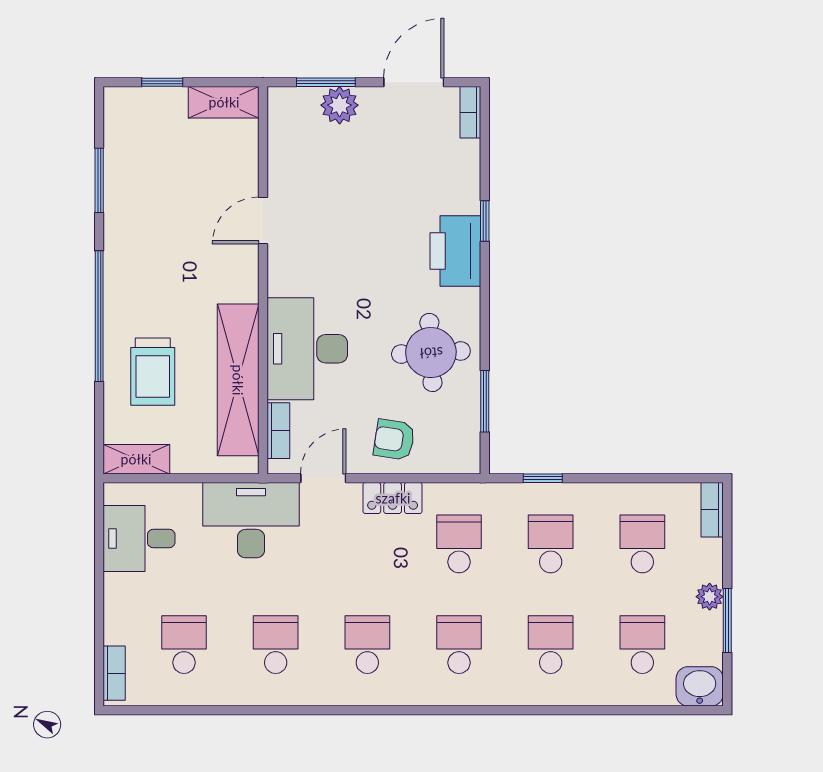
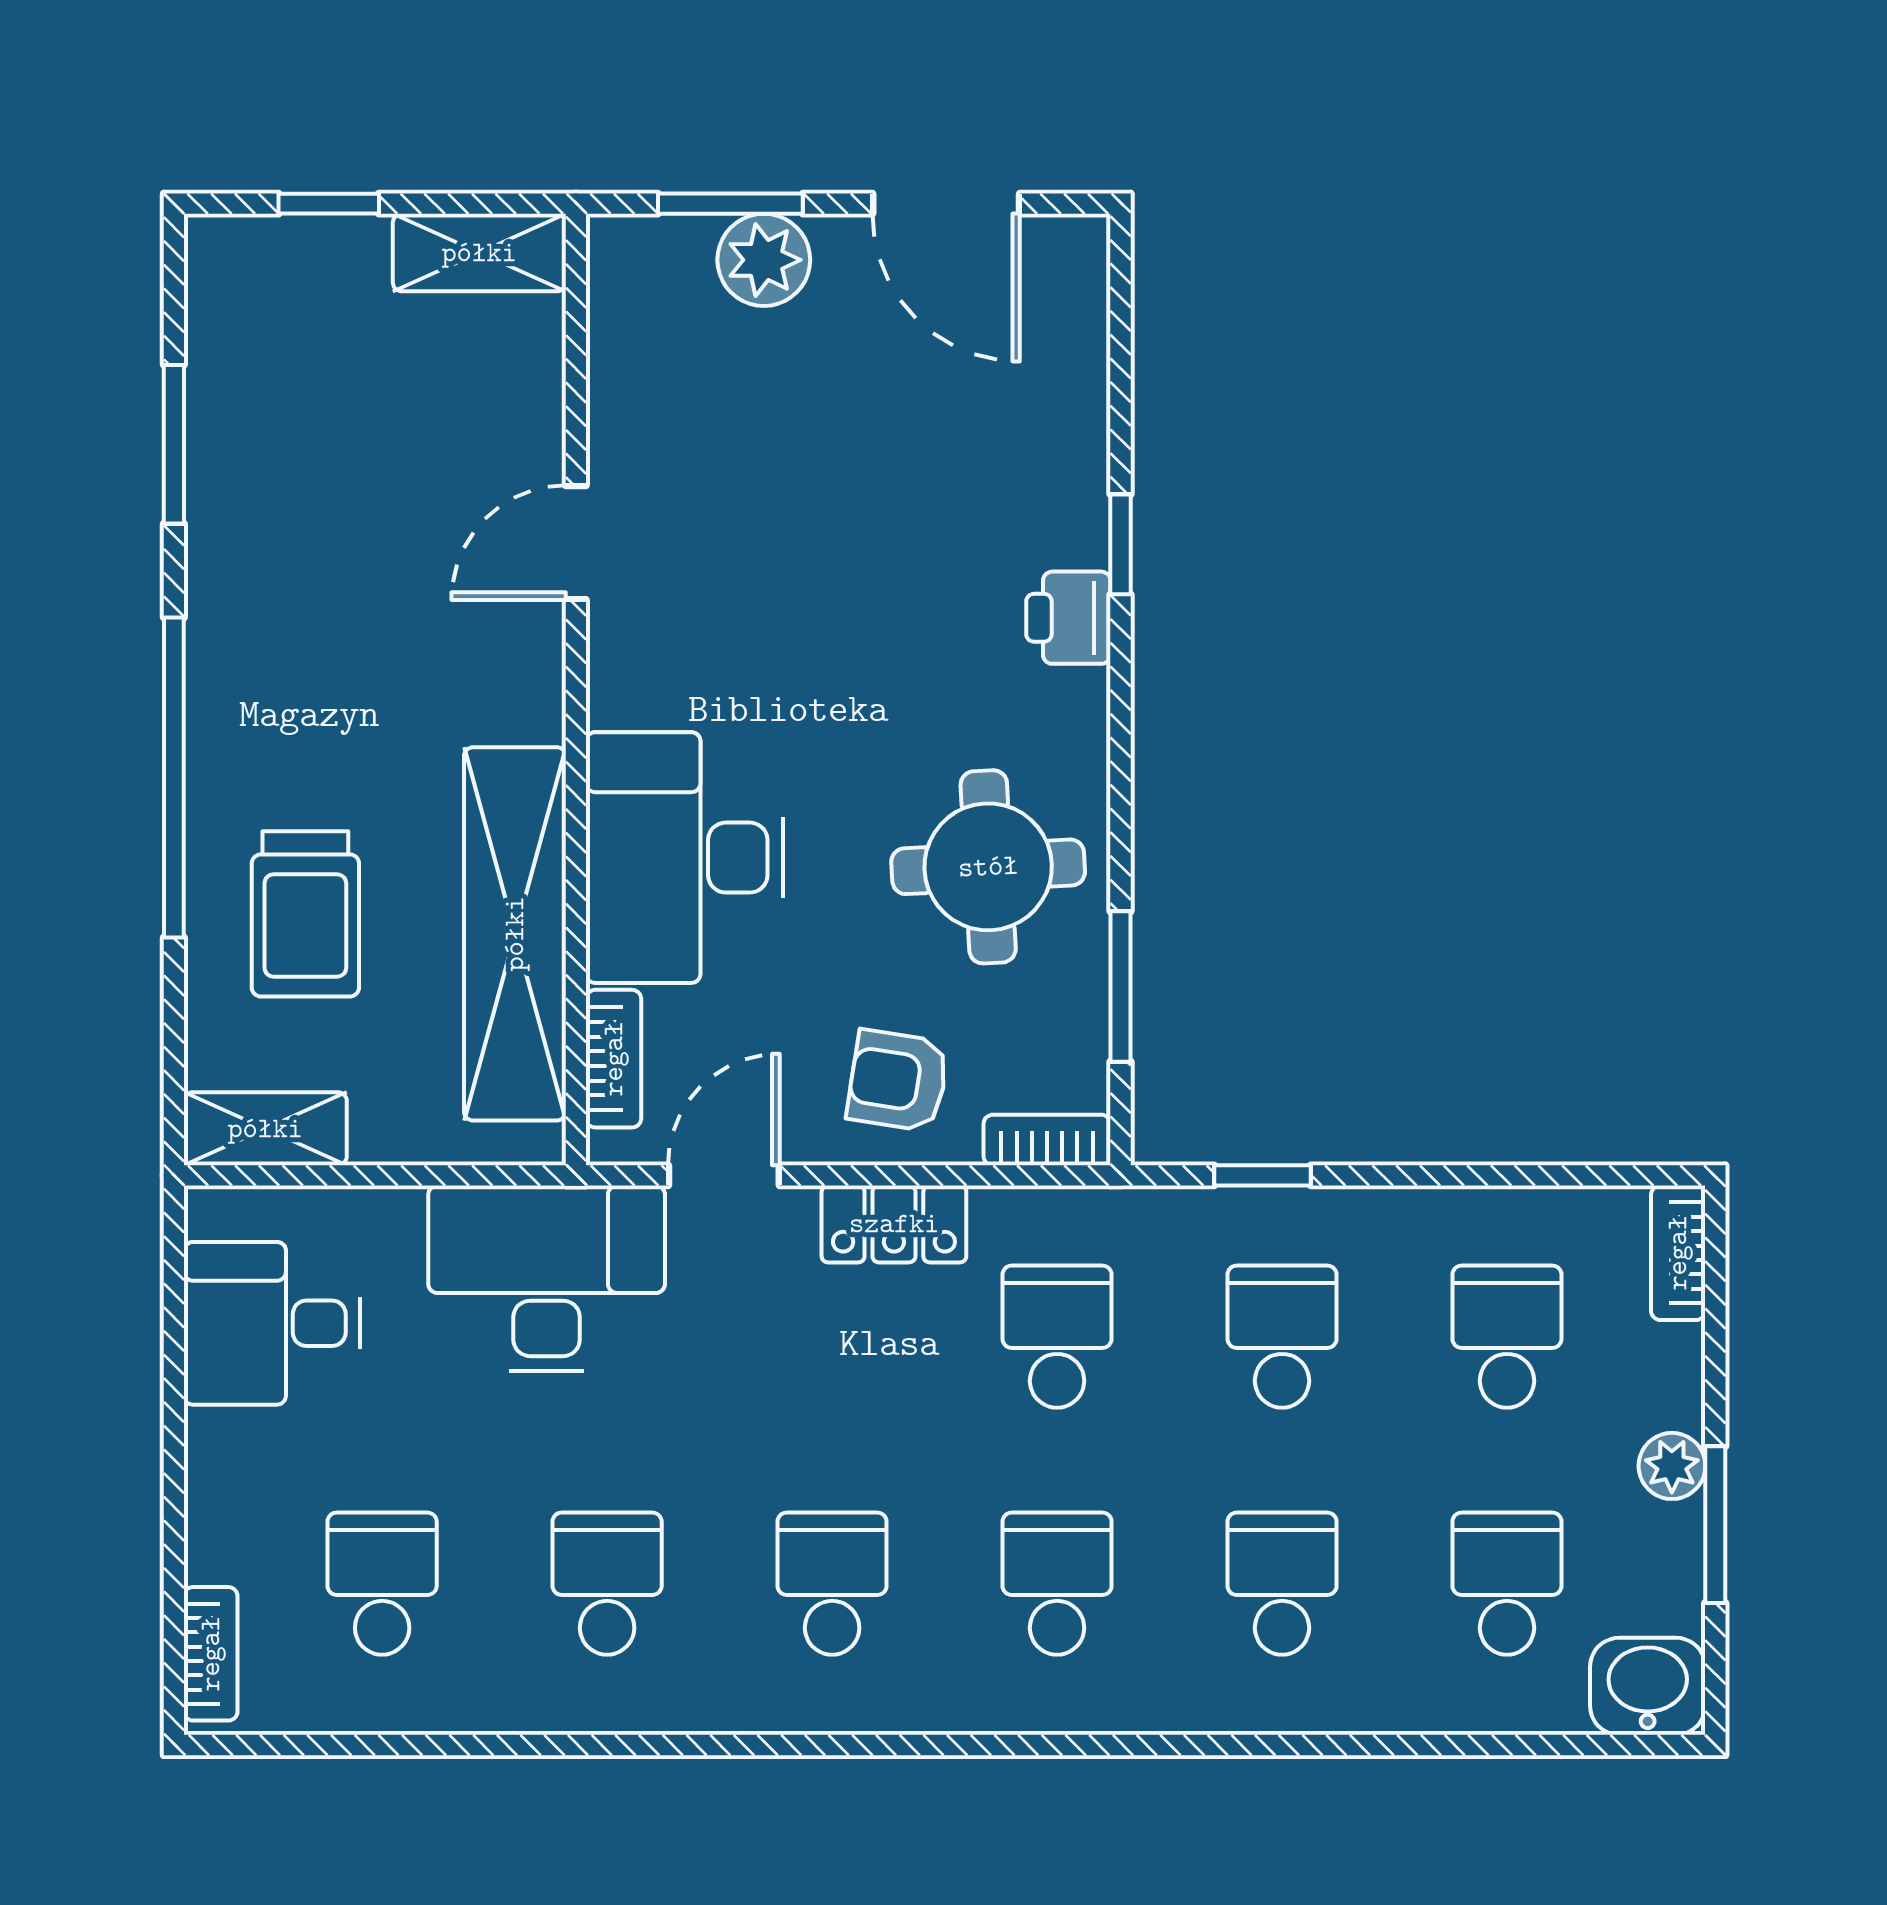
door: (414, 82) -> (946, 204), swing flipped
bookcase: (470, 112) -> (1047, 1140), moved, turned 90
printer: (455, 251) -> (1068, 618), width x0.53, depth x0.68

